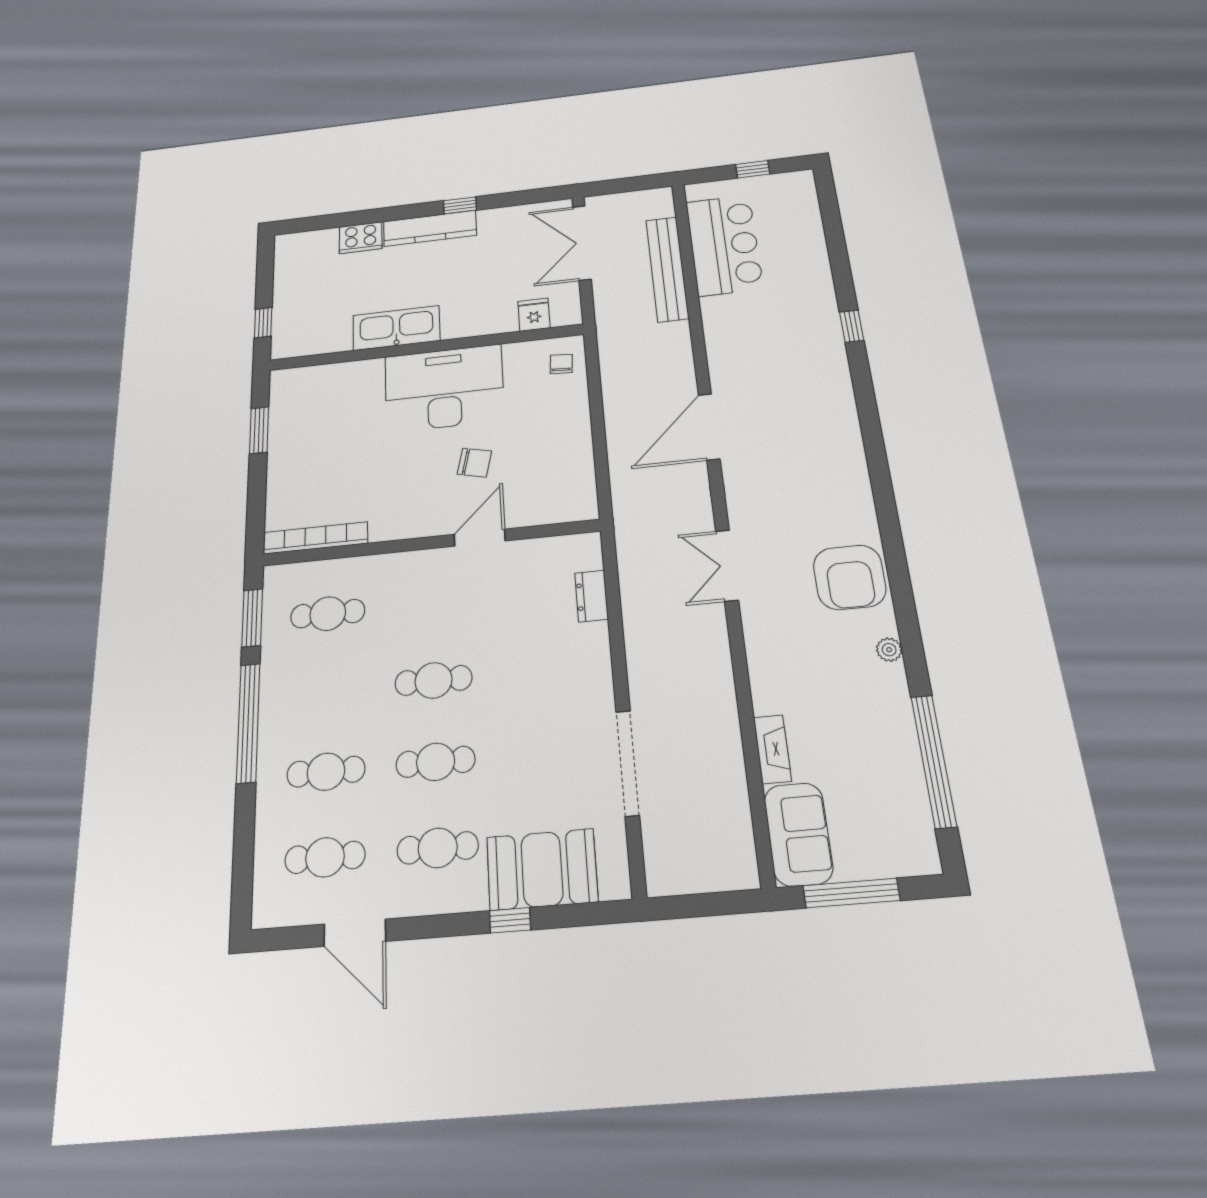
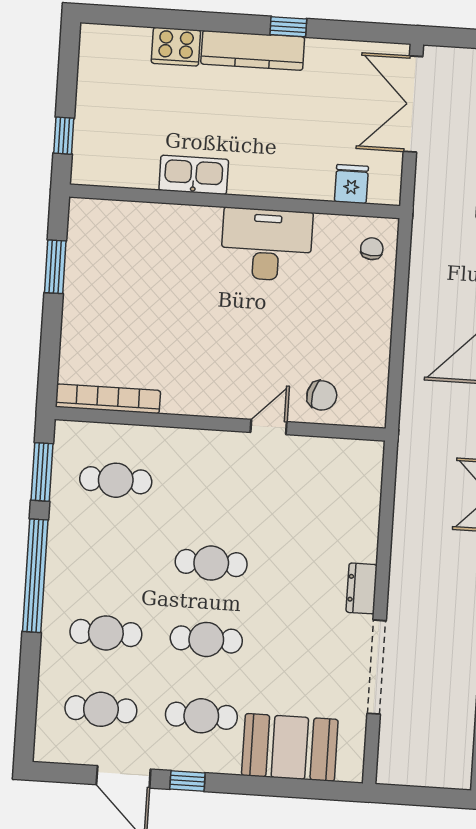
kitchen sink: (396, 328) -> (194, 175), width x0.73, depth x0.81
desk: (444, 388) -> (267, 245), width x0.73, depth x0.77
chair: (474, 463) -> (322, 395), moved
door: (480, 538) -> (269, 427), width x0.73
dresser: (591, 596) -> (362, 588), moved
window: (510, 920) -> (187, 781), moved

